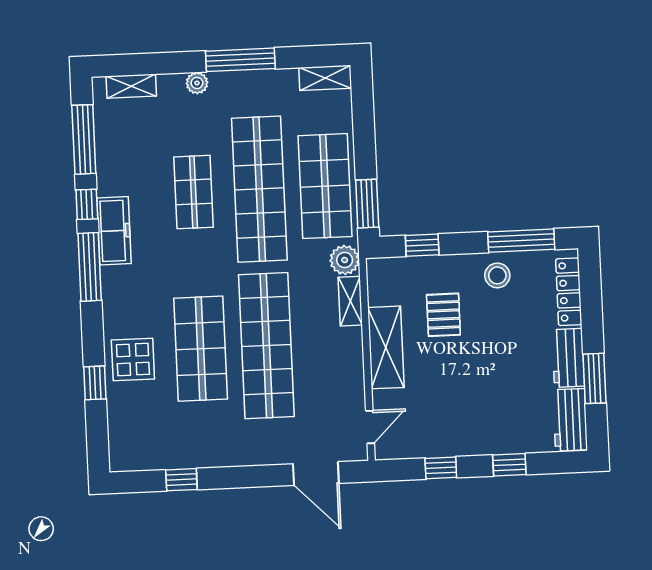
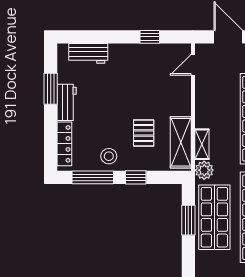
window: (367, 204) -> (188, 220), moved
window: (422, 245) -> (136, 177), moved
shelving: (386, 347) -> (181, 142), moved
workbench: (570, 420) -> (88, 53), moved, turned 90
window: (509, 465) -> (107, 37), removed

